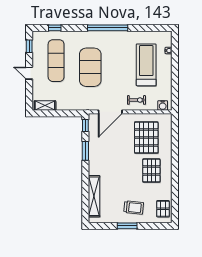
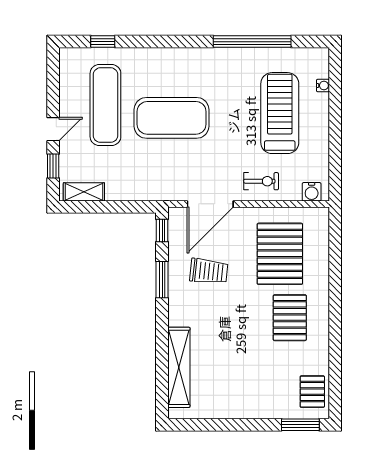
window: (108, 28) -> (252, 42), moved
window: (29, 46) -> (53, 166), moved
exercise mat: (90, 67) -> (172, 118), turned 90
door: (29, 73) -> (53, 129), swing flipped
trolley: (134, 208) -> (209, 271), moved
window: (127, 226) -> (300, 425), moved

